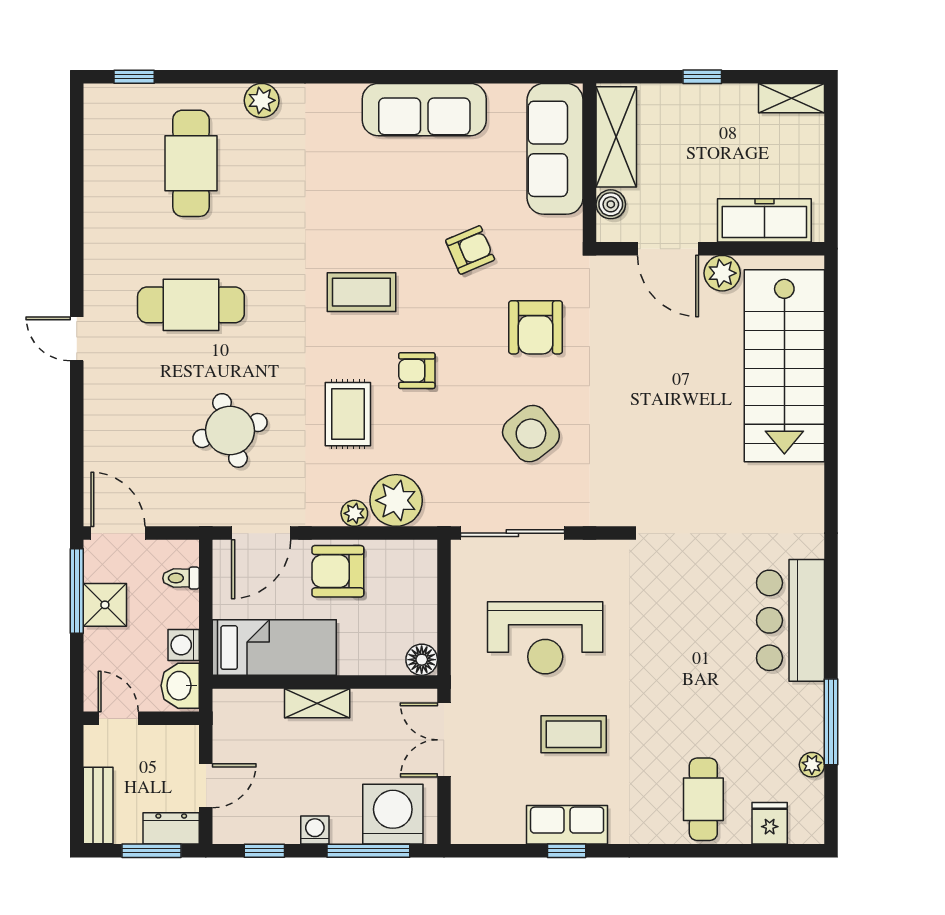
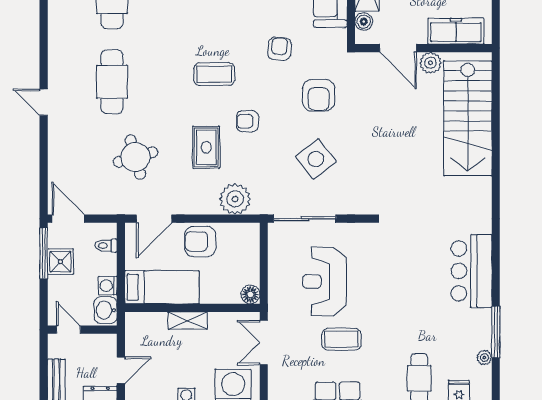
armchair: (470, 250) -> (279, 49), turned -61
cafe table: (191, 305) -> (112, 82), turned 90
plant: (354, 513) -> (210, 207), removed
reception desk: (545, 638) -> (324, 281), turned 90

